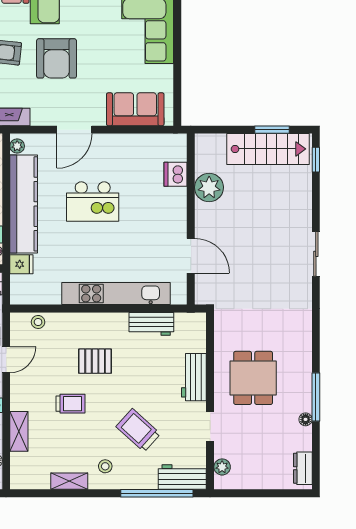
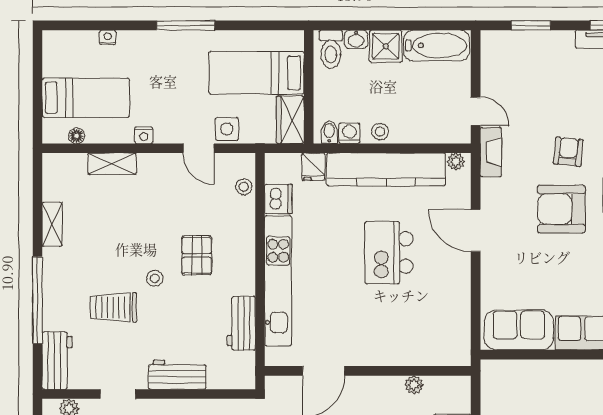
sofa: (135, 109) -> (519, 330), moved, turned -90
dishwasher: (176, 174) -> (278, 199), moved, turned 90
plant: (209, 187) -> (414, 385), width x0.53, depth x0.53
trolley: (70, 404) -> (145, 226), removed
trolley: (138, 430) -> (113, 307), turned -132
stool: (105, 466) -> (155, 278), moved
window: (157, 493) -> (37, 300), moved

